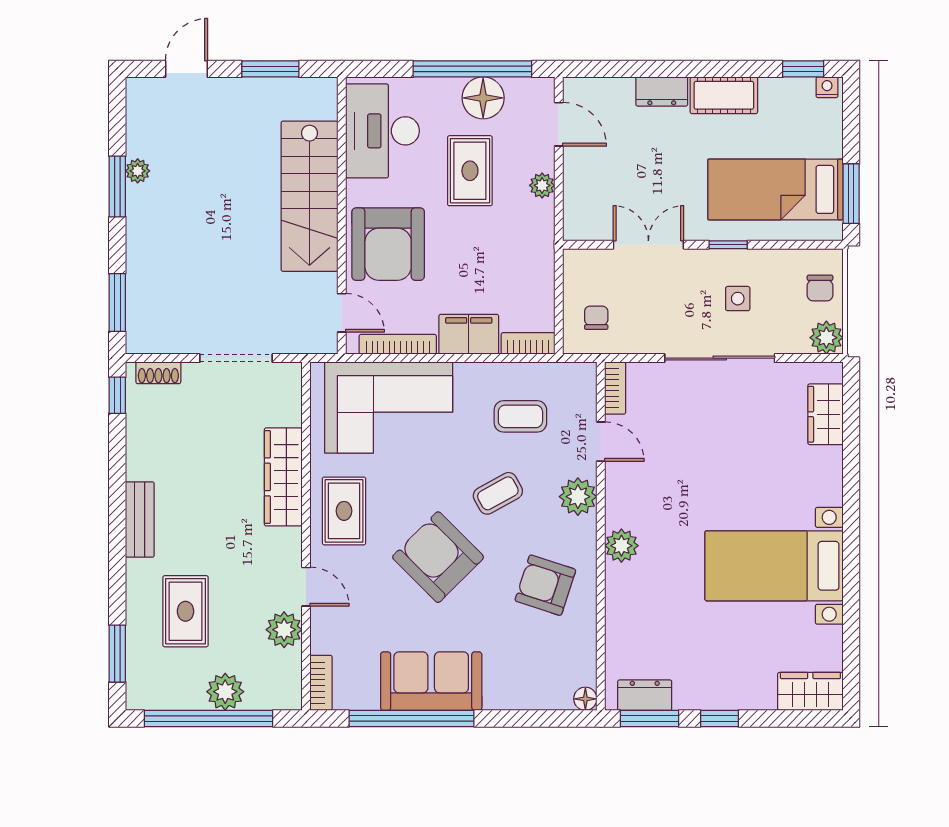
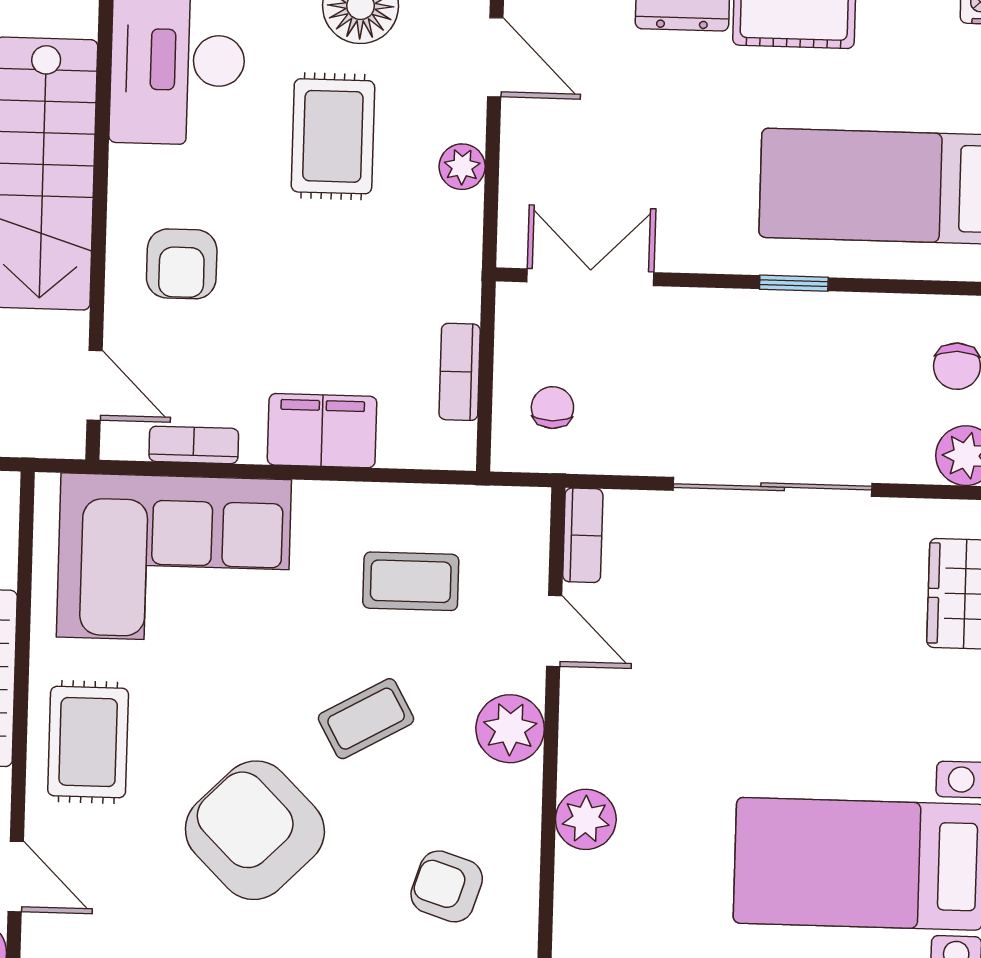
armchair: (388, 244) -> (182, 264), width x0.53, depth x0.53
double door: (648, 245) -> (590, 277), moved
side table: (738, 299) -> (808, 381), removed
bookcase: (528, 343) -> (460, 372), moved, turned -90
bookcase: (398, 344) -> (194, 445), width x0.64
armchair: (545, 585) -> (447, 886), width x0.72, depth x0.72

